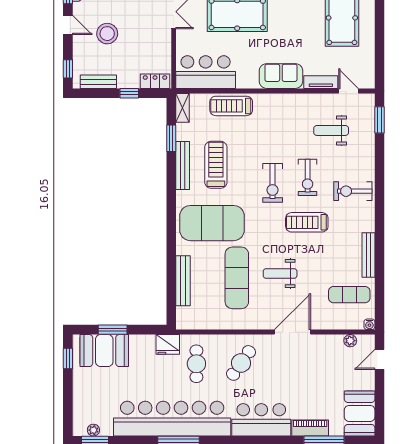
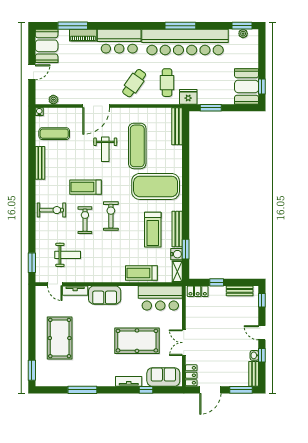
stool: (107, 34) -> (233, 326), removed
treadmill: (231, 106) -> (141, 273), turned 180
water cooler: (184, 131) -> (176, 254), added
treadmill: (307, 222) -> (86, 187), turned 180
weight bench: (280, 274) -> (105, 149), turned 90
bench: (183, 281) -> (177, 126), moved
window: (113, 330) -> (211, 108), moved
booth: (104, 351) -> (247, 86), moved, turned 90
door: (379, 359) -> (32, 72), moved

